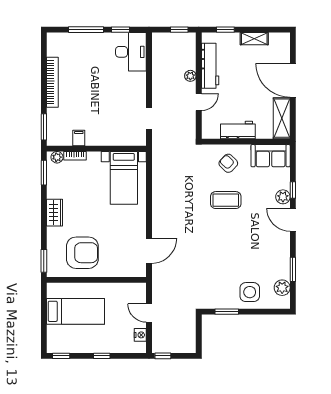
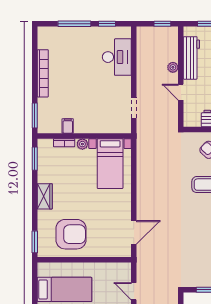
desk: (131, 52) -> (117, 57), moved
door: (199, 102) -> (181, 92), swing flipped
plant: (57, 157) -> (82, 144), moved

